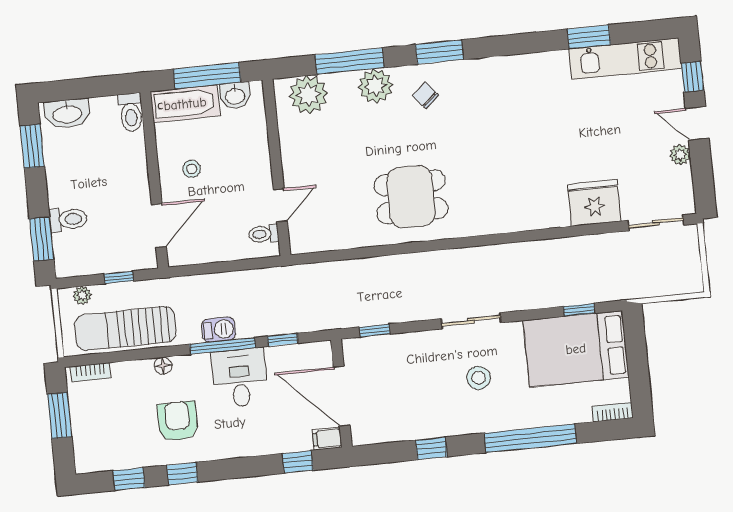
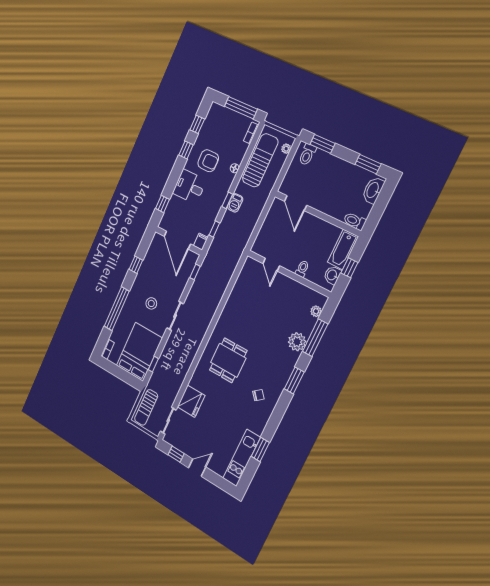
window: (207, 76) -> (349, 268), width x0.46
window: (692, 77) -> (176, 454), moved
plant: (308, 95) -> (316, 311), width x0.53, depth x0.53
chair: (426, 95) -> (258, 395), moved
plant: (680, 155) -> (189, 451), removed
stool: (192, 169) -> (311, 234), removed
dining table: (411, 197) -> (228, 360), moved
toilet: (68, 219) -> (307, 154), moved
toilet: (264, 234) -> (302, 269), moved
window: (119, 277) -> (284, 171), removed
sun lounger: (662, 277) -> (146, 407), added
window: (223, 346) -> (227, 200), width x0.46
desk: (240, 378) -> (189, 187), moved, turned 180
door: (342, 396) -> (177, 240), swing flipped
window: (60, 416) -> (241, 108), width x1.44
filing cabinet: (327, 439) -> (201, 242), moved

